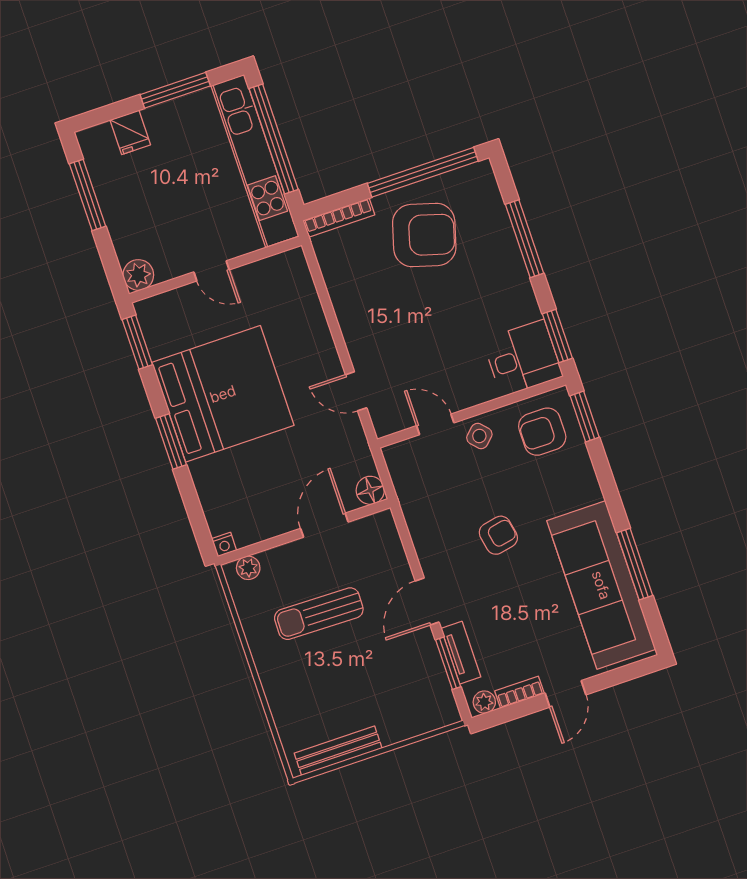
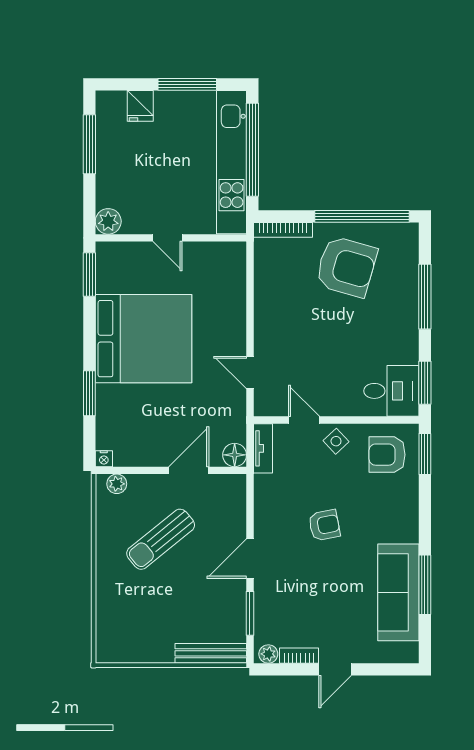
window: (171, 441) -> (89, 393), moved
sofa: (601, 585) -> (398, 592), width x0.74, depth x0.79
sun lounger: (319, 614) -> (161, 539), turned -40
tv unit: (461, 653) -> (263, 448), moved
bench: (338, 751) -> (211, 653), moved

